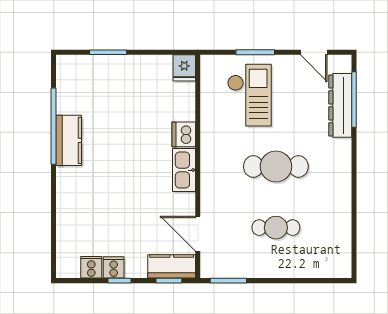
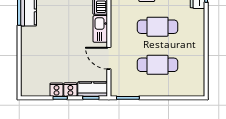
cafe table: (276, 228) -> (158, 65), width x1.37, depth x1.35
door: (198, 234) -> (109, 58), moved
cooker: (91, 267) -> (70, 89), moved

